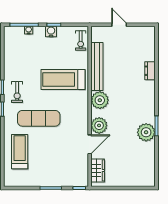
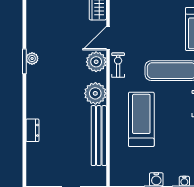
exercise bike: (81, 40) -> (118, 65), moved
treadmill: (63, 79) -> (141, 119), turned -90
plant: (146, 132) -> (32, 58), width x0.53, depth x0.53

